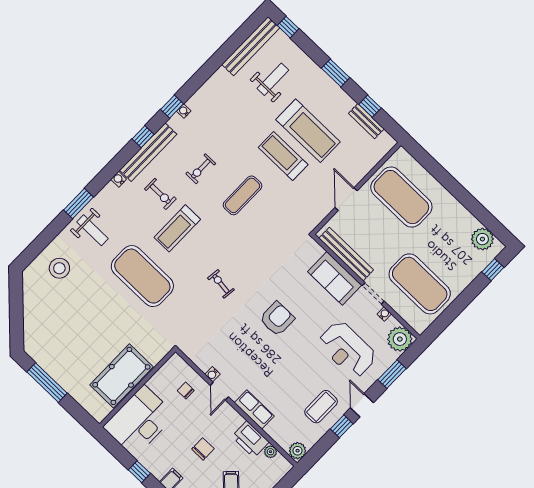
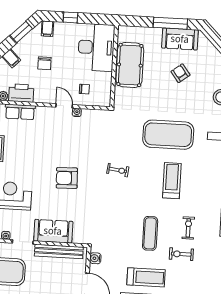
exercise bike: (160, 194) -> (181, 254), moved
water cooler: (316, 217) -> (95, 258), added
armchair: (277, 319) -> (67, 178), turned 88
armchair: (79, 326) -> (180, 73), added
sofa: (51, 359) -> (180, 39), added
row of seats: (254, 409) -> (20, 112), moved

